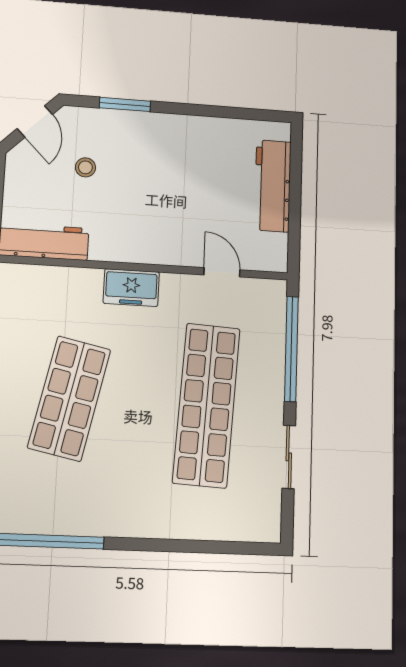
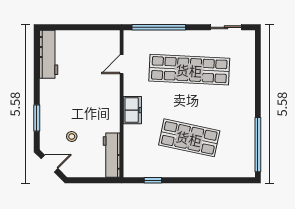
workbench: (273, 186) -> (49, 54), moved, turned -90
sliding door: (289, 457) -> (226, 27), moved

